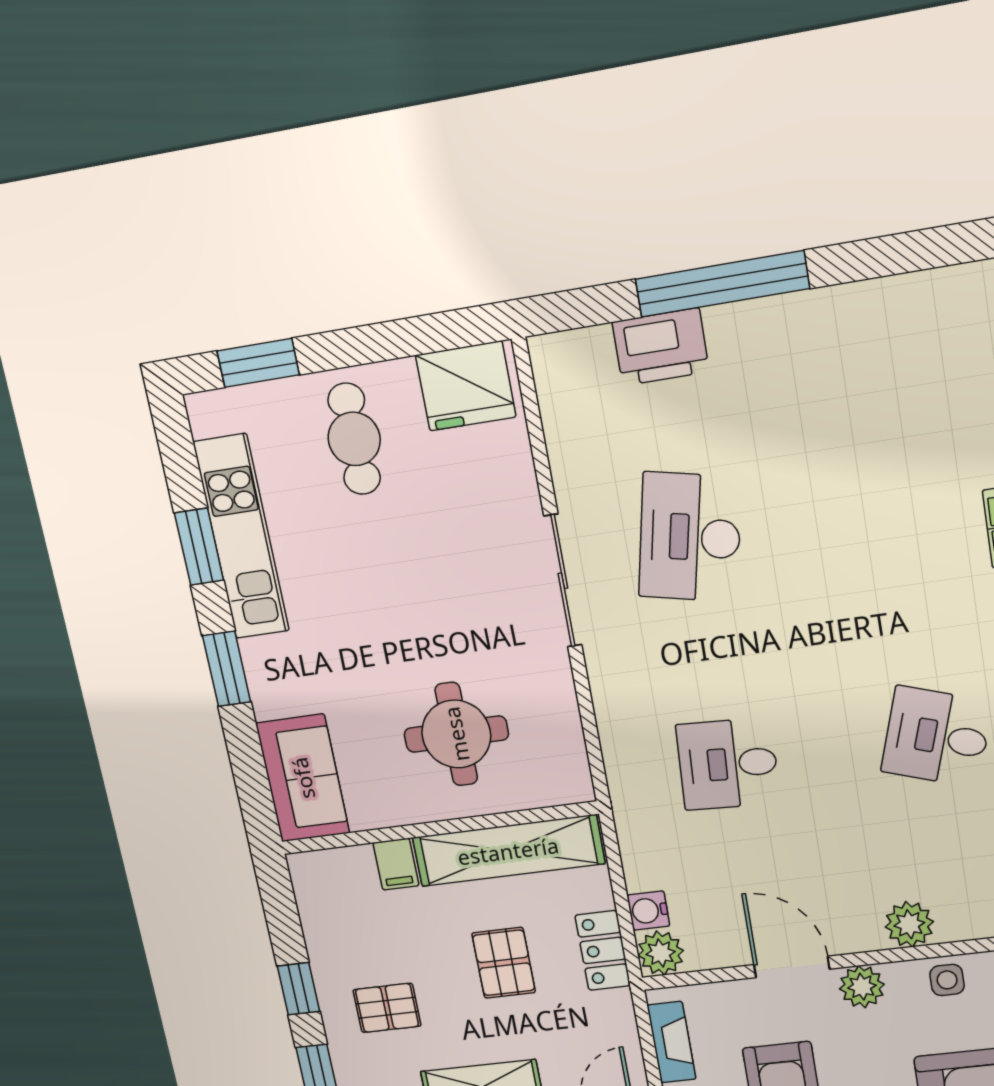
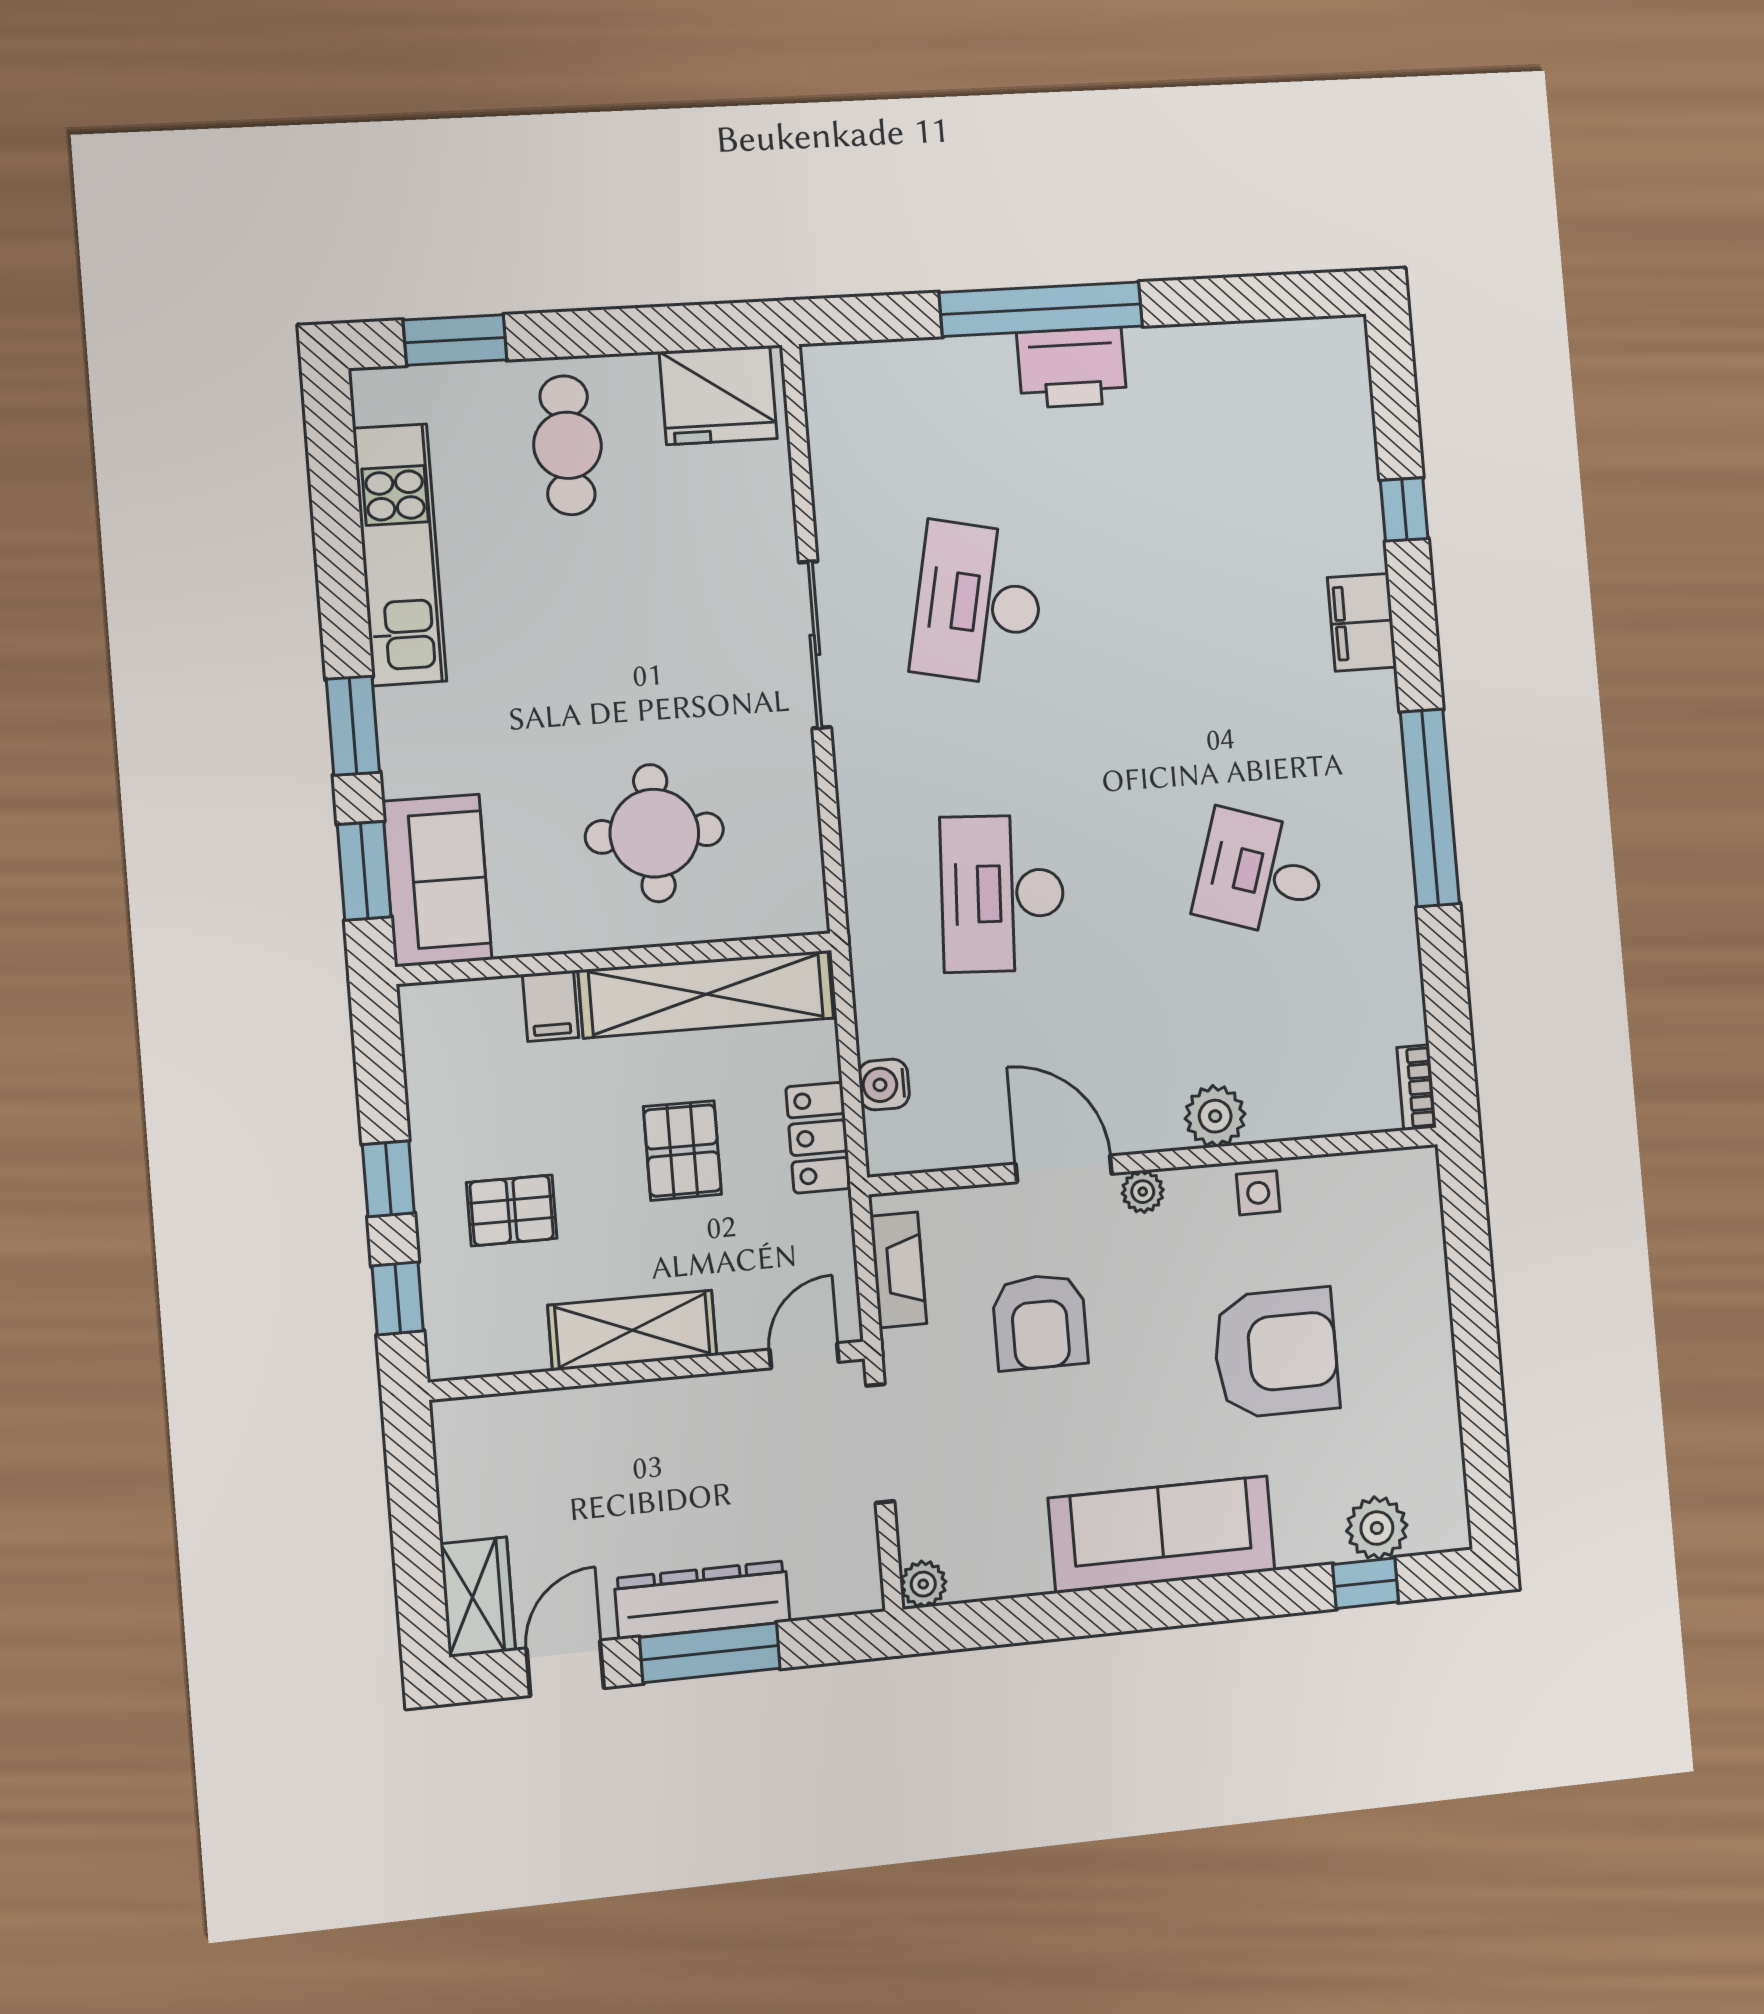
printer: (661, 347) -> (1072, 368), moved
window: (199, 547) -> (364, 871), moved
desk: (728, 764) -> (1002, 893), width x1.37
plant: (661, 953) -> (895, 1144), removed
plant: (862, 987) -> (1143, 1192), width x0.73, depth x0.73

